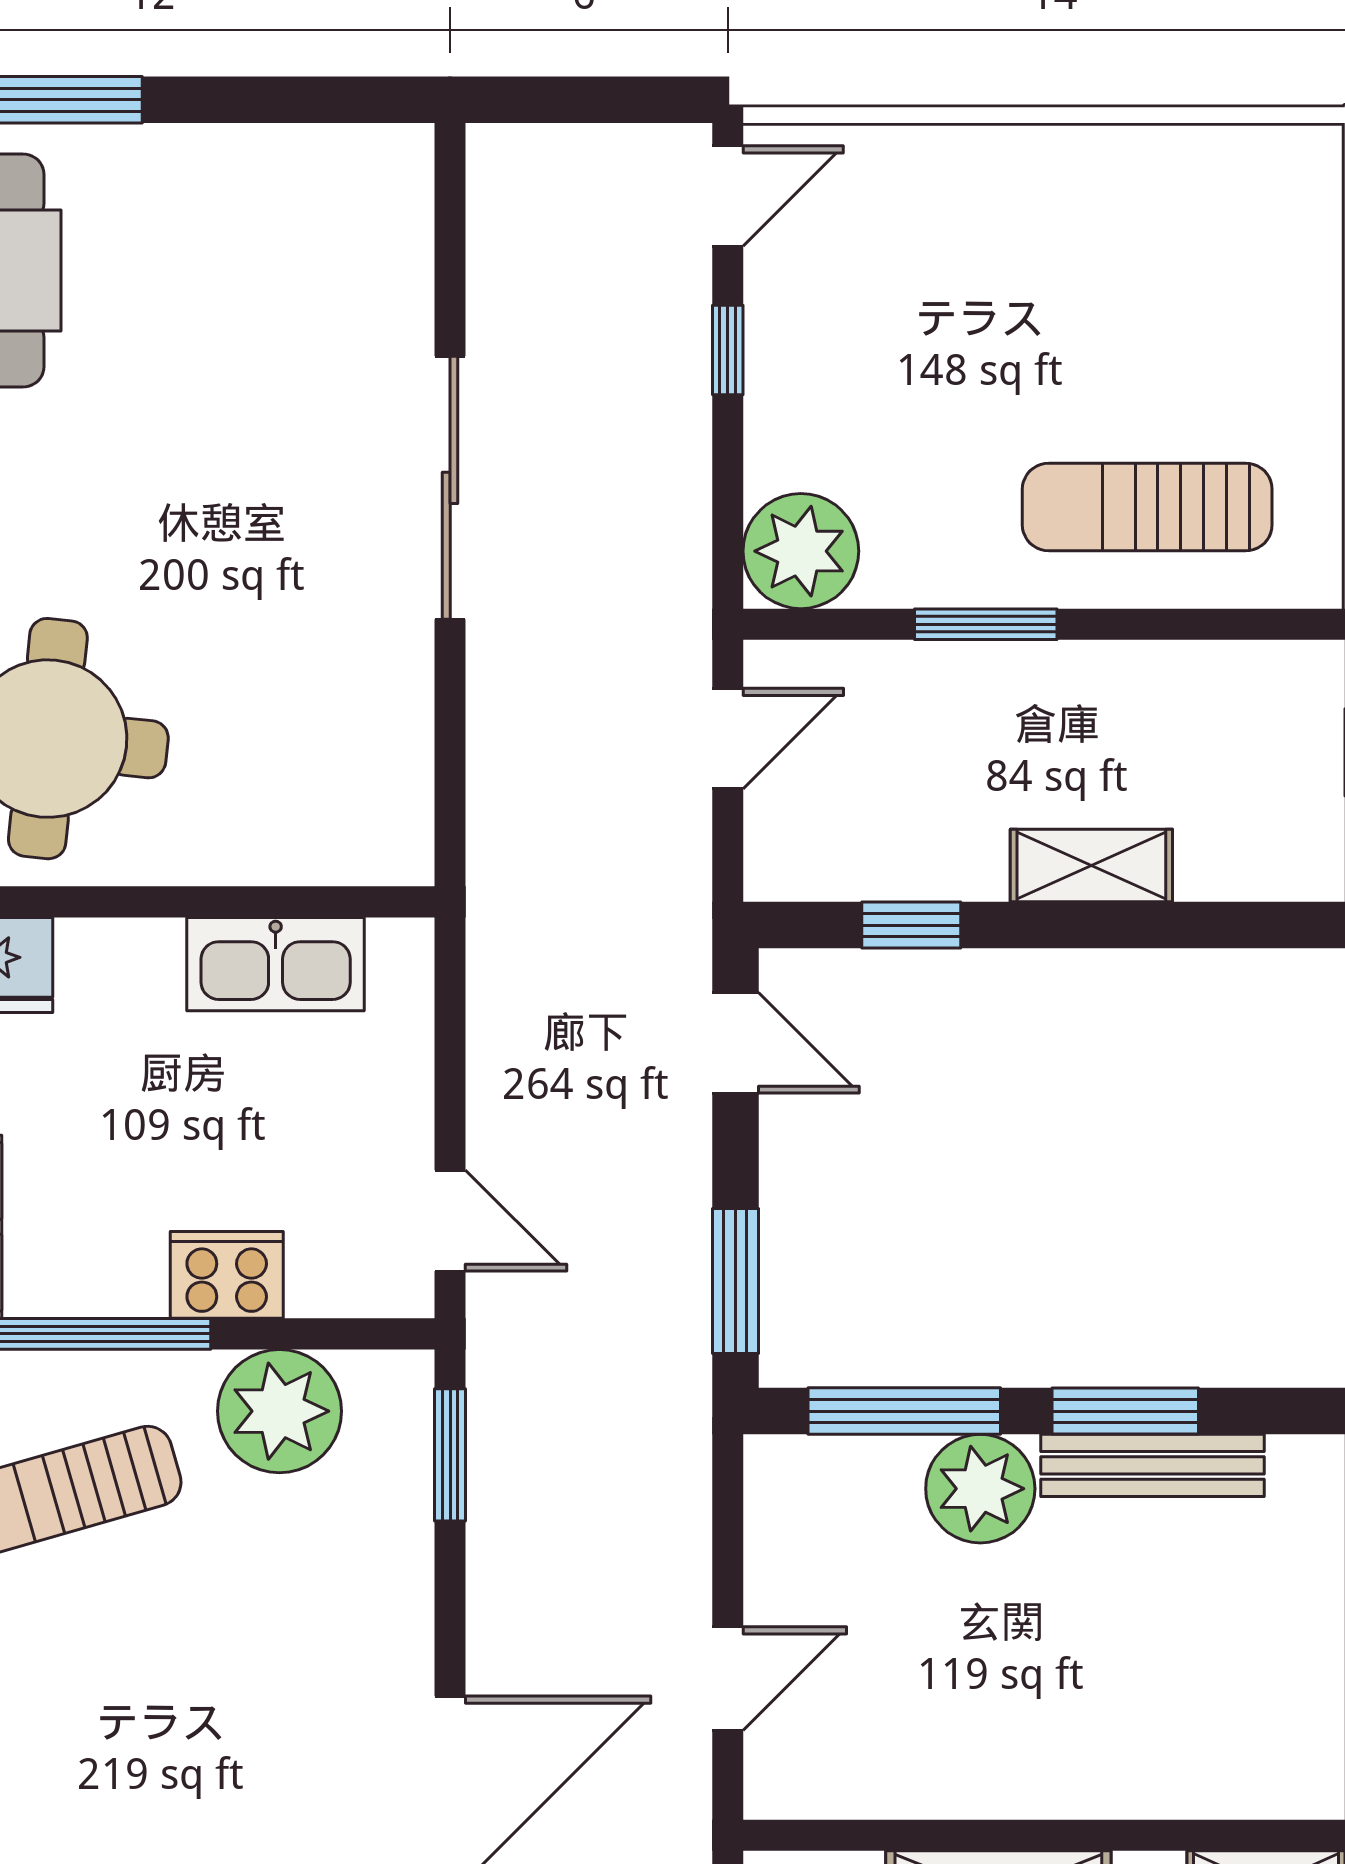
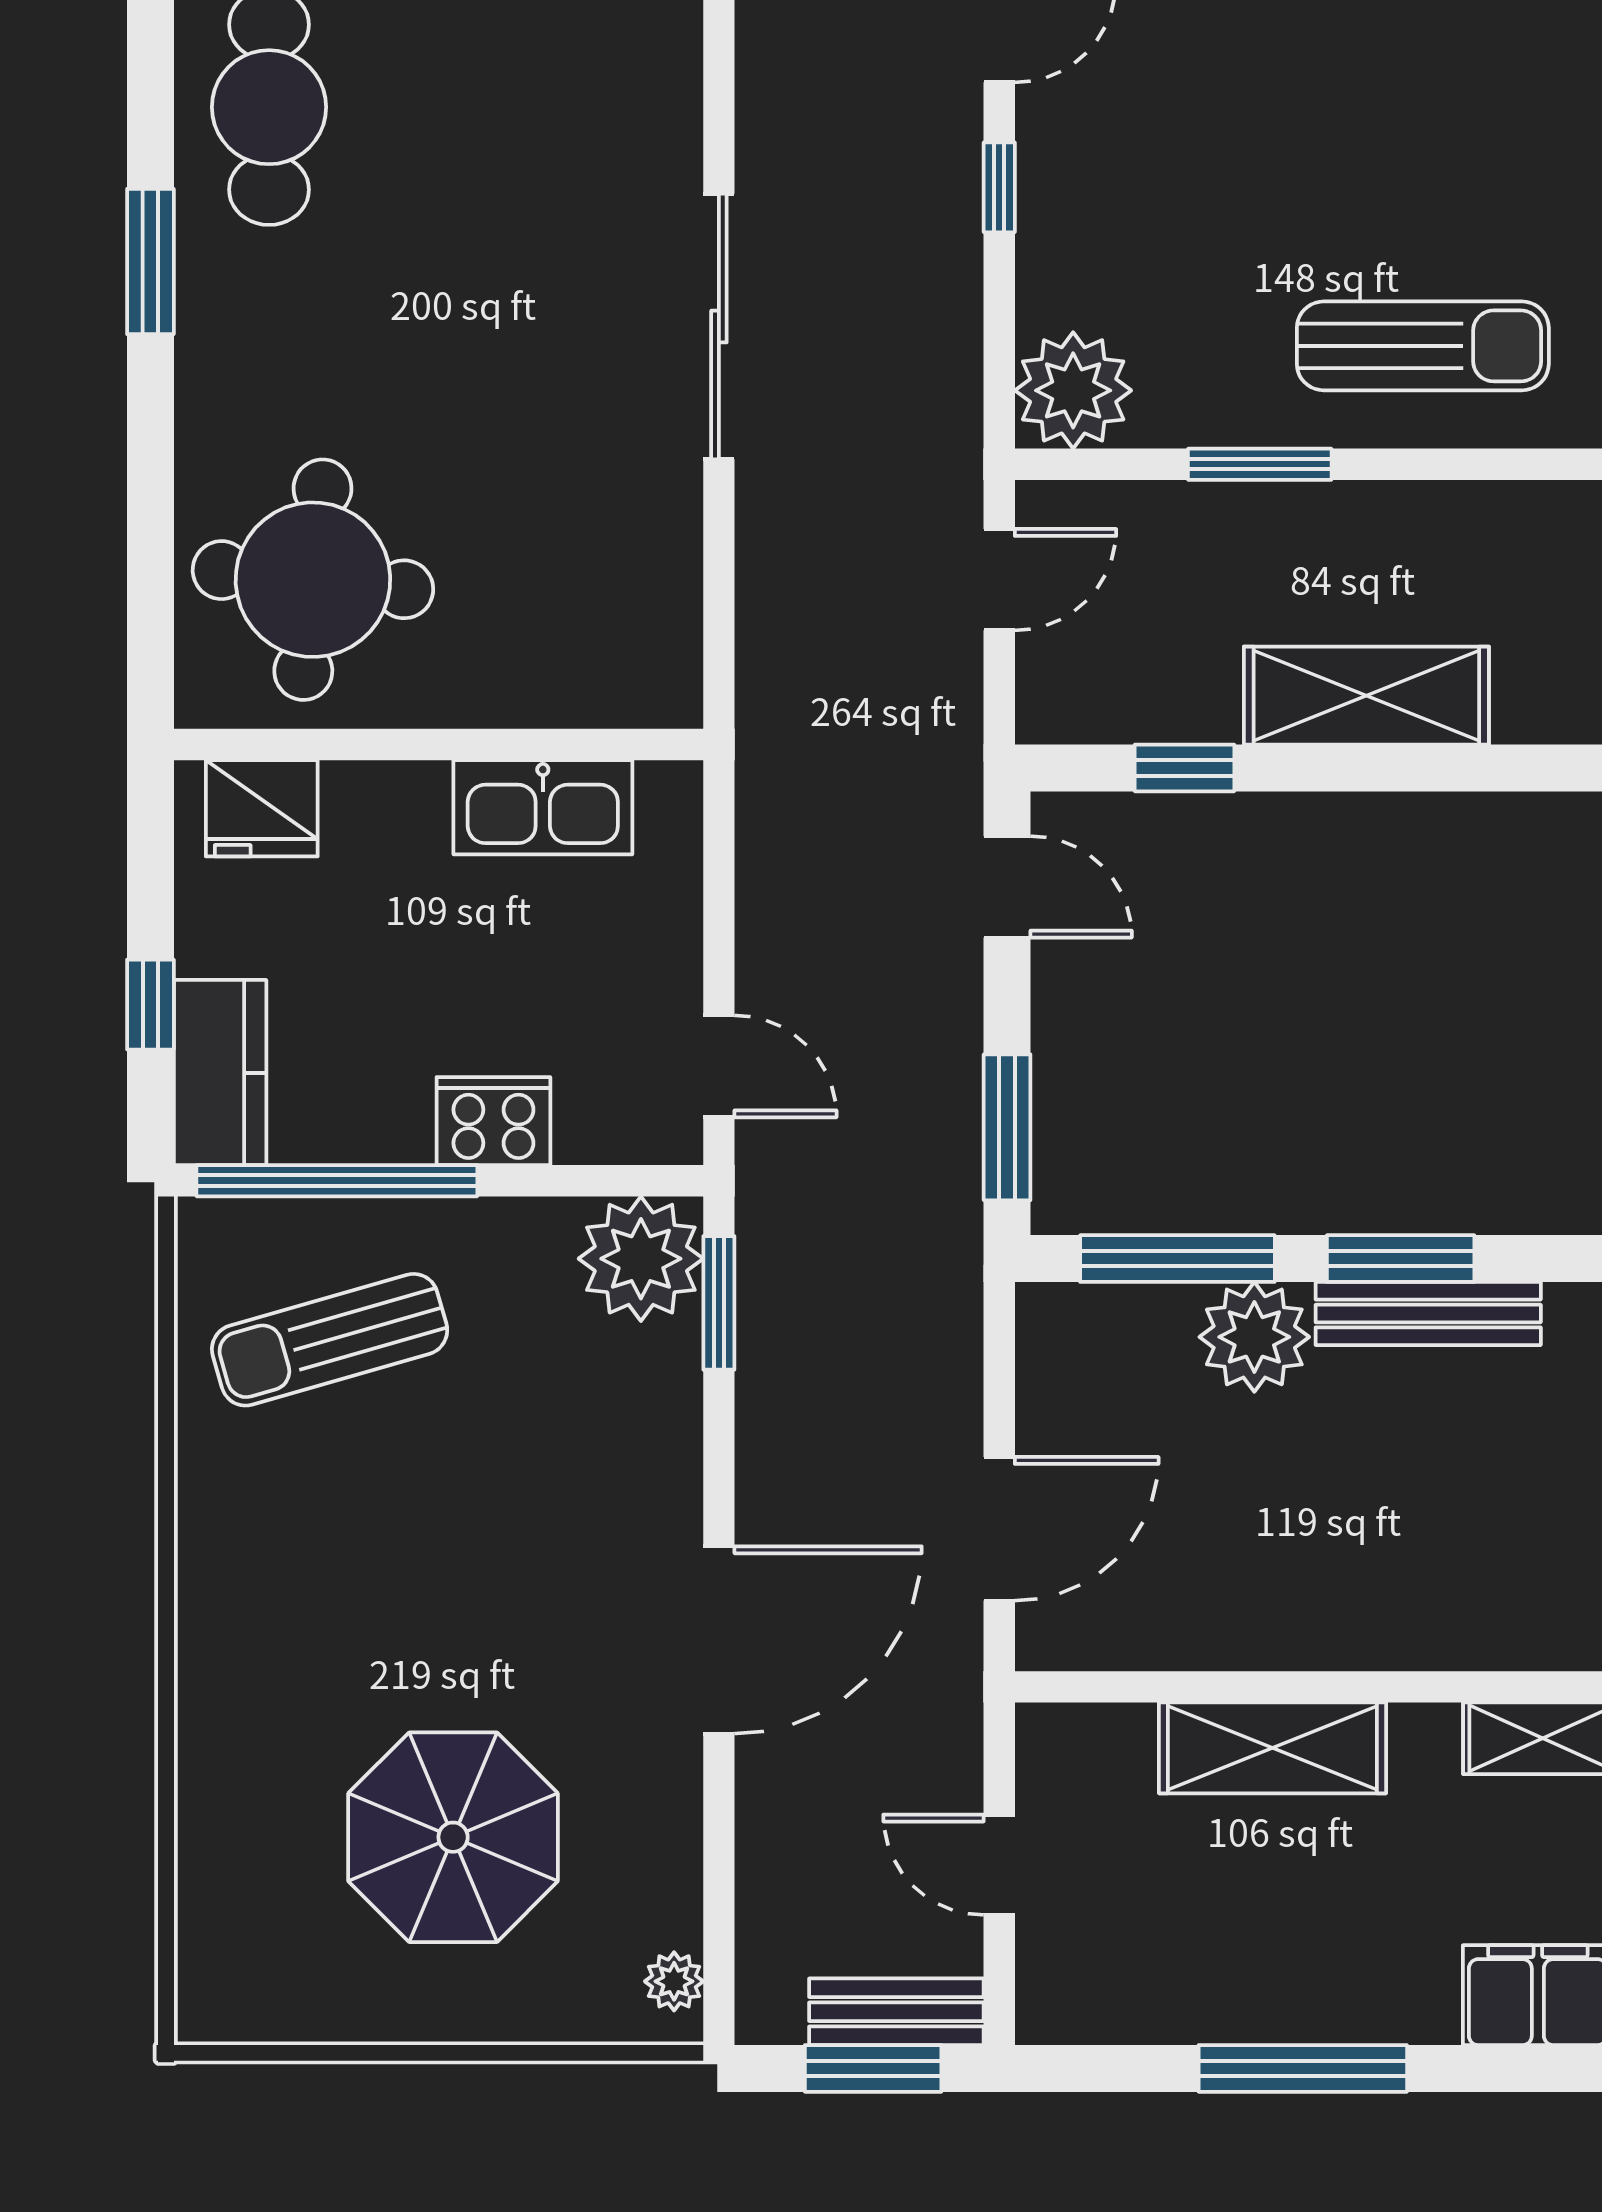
sun lounger: (1147, 507) -> (1423, 346), turned 180
shelving: (1091, 865) -> (1366, 696), width x1.50, depth x1.33
plant: (279, 1411) -> (641, 1259), moved
door: (728, 1679) -> (999, 1529), width x1.38

